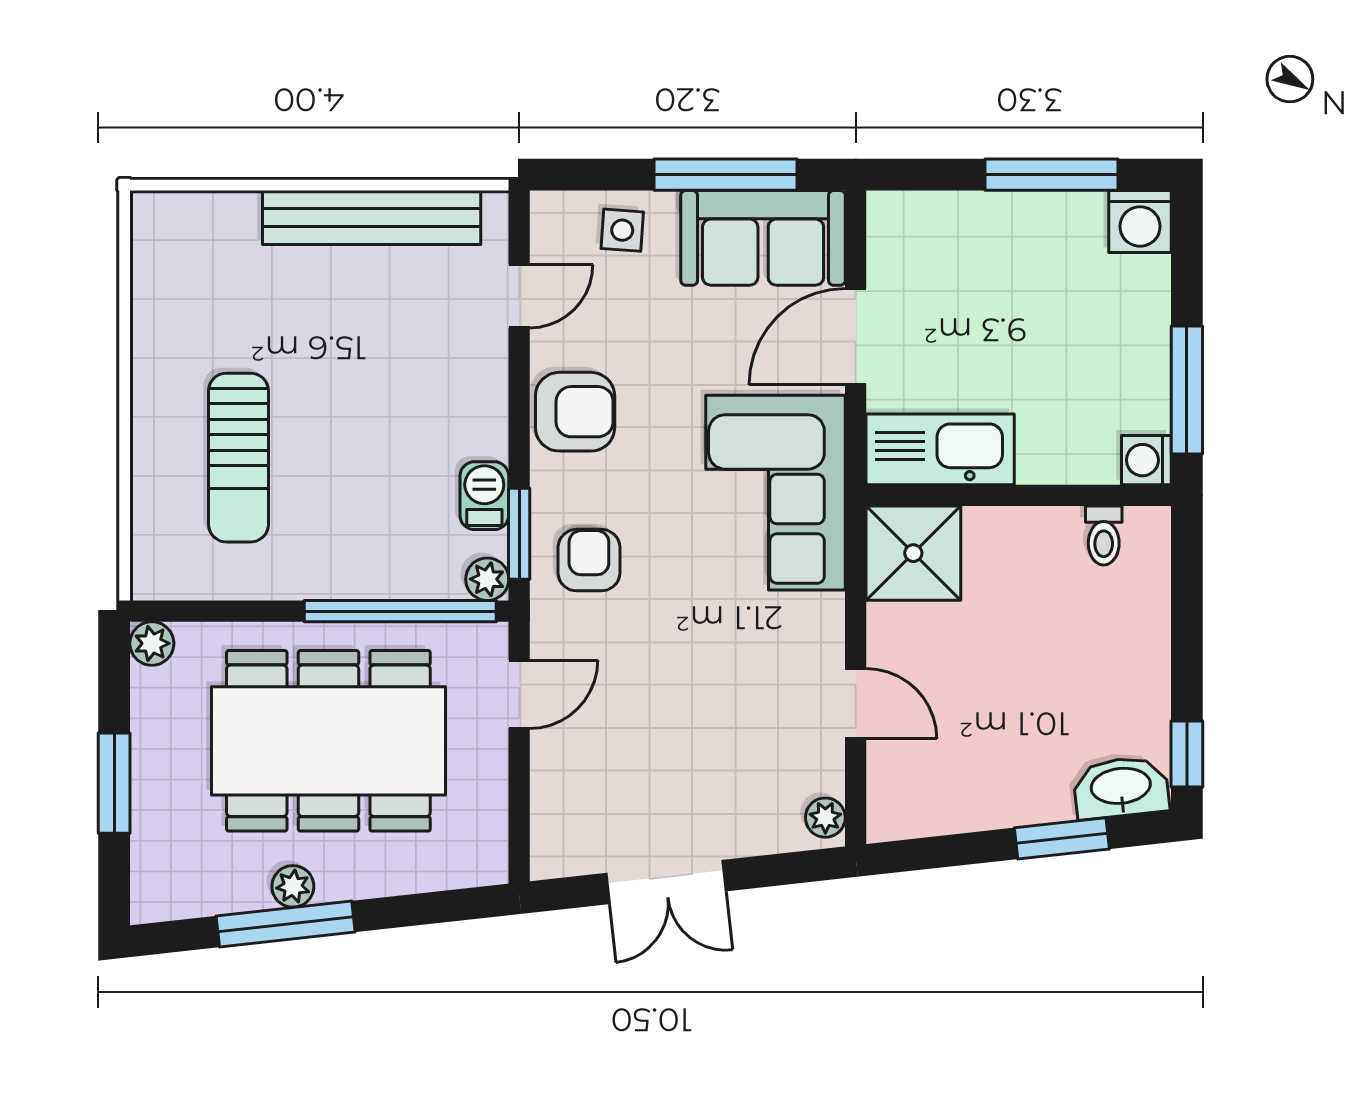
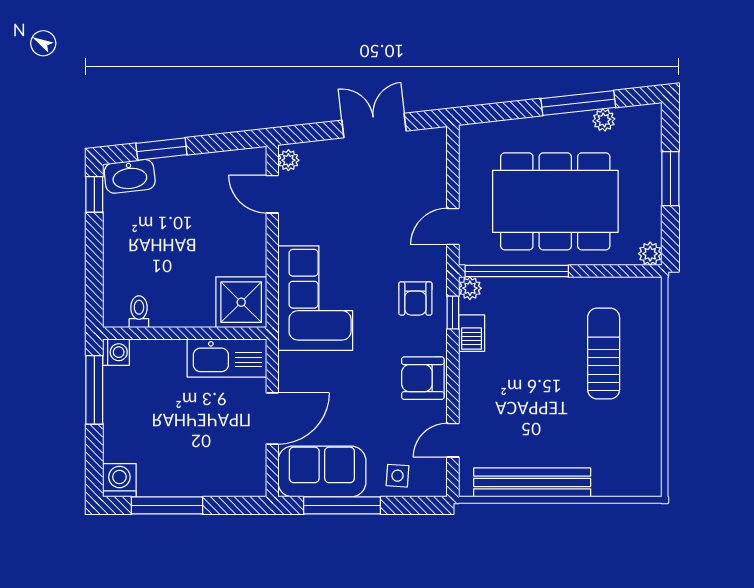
corner sofa: (776, 493) -> (315, 298), moved
window: (519, 534) -> (453, 313), width x0.67
door: (856, 704) -> (272, 194), moved
plant: (293, 886) -> (604, 120), moved

